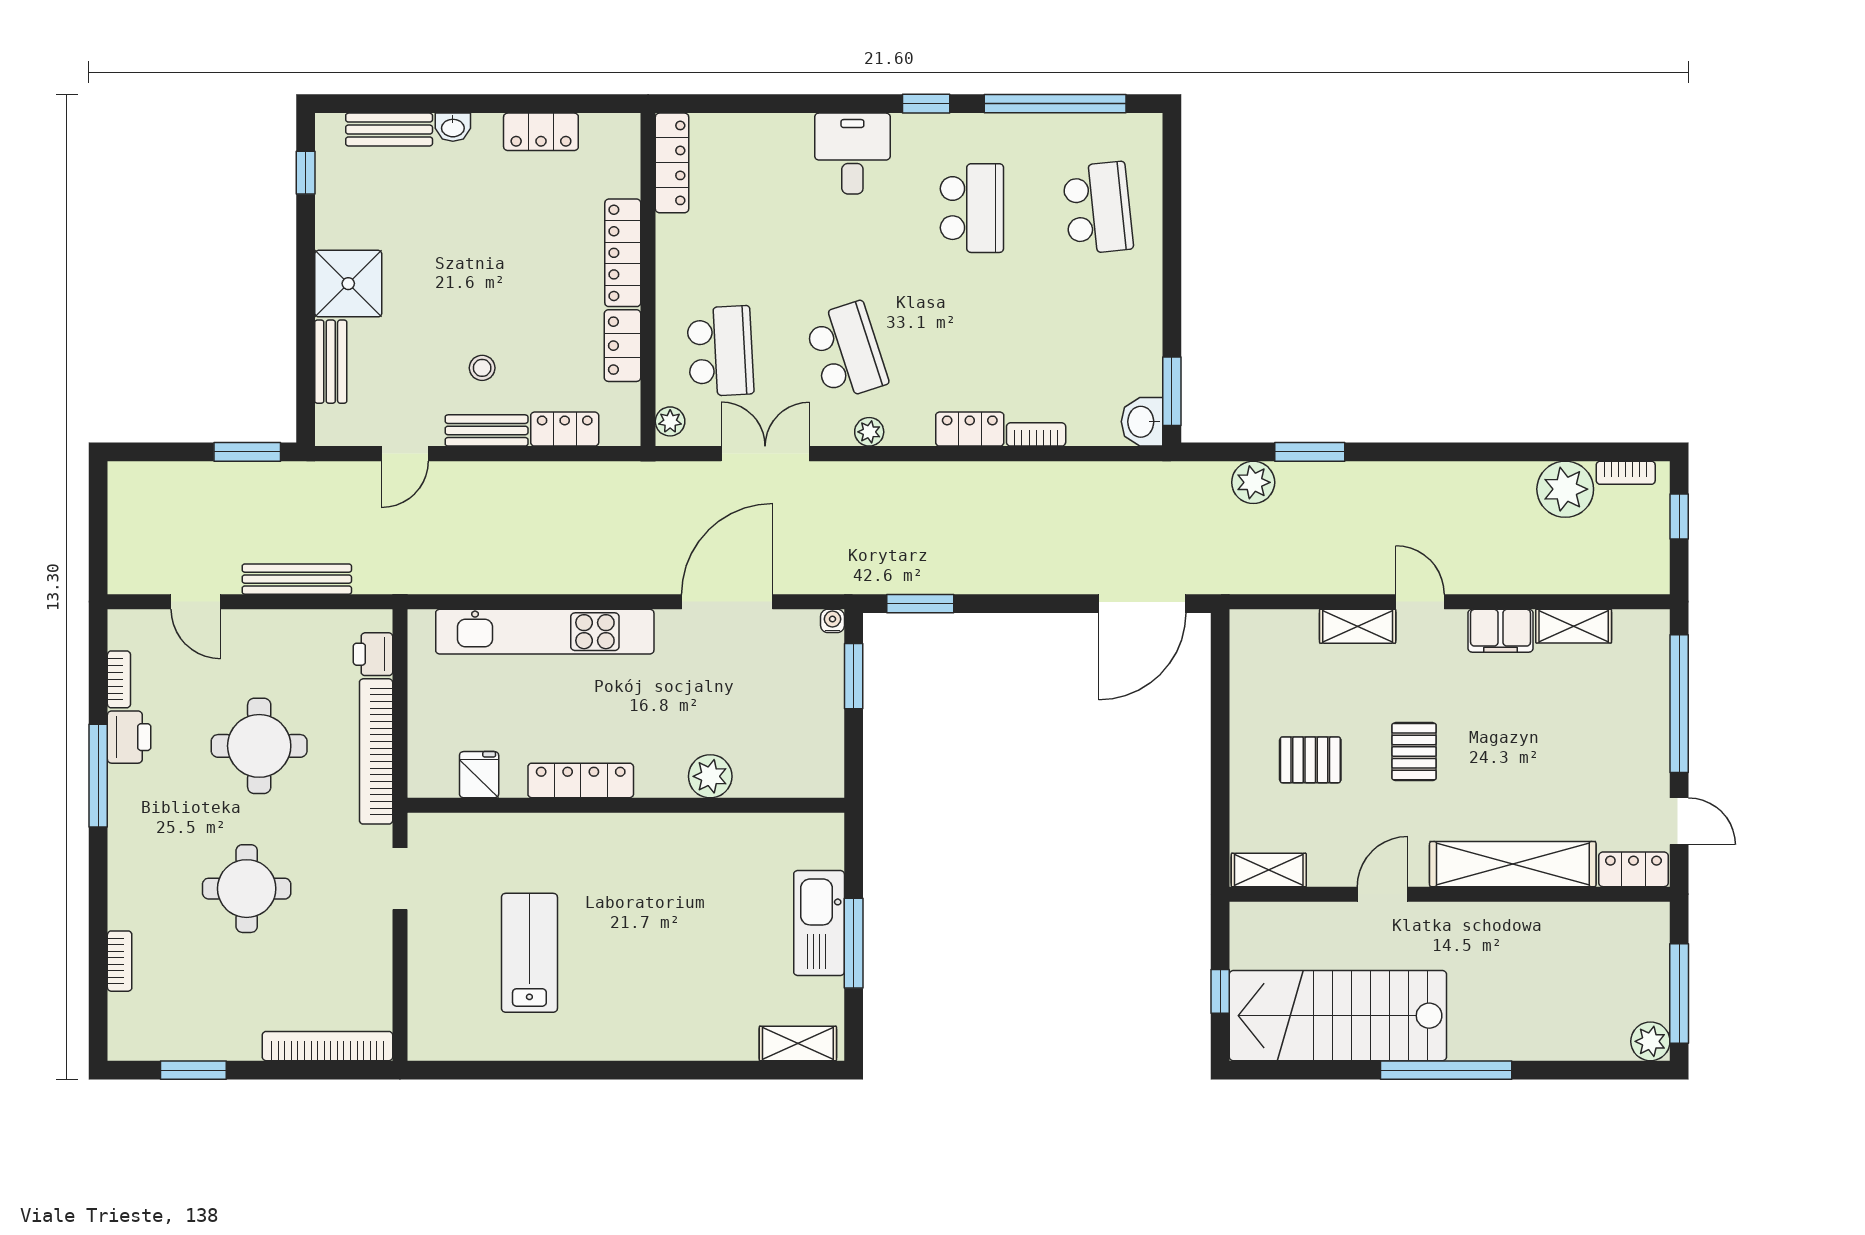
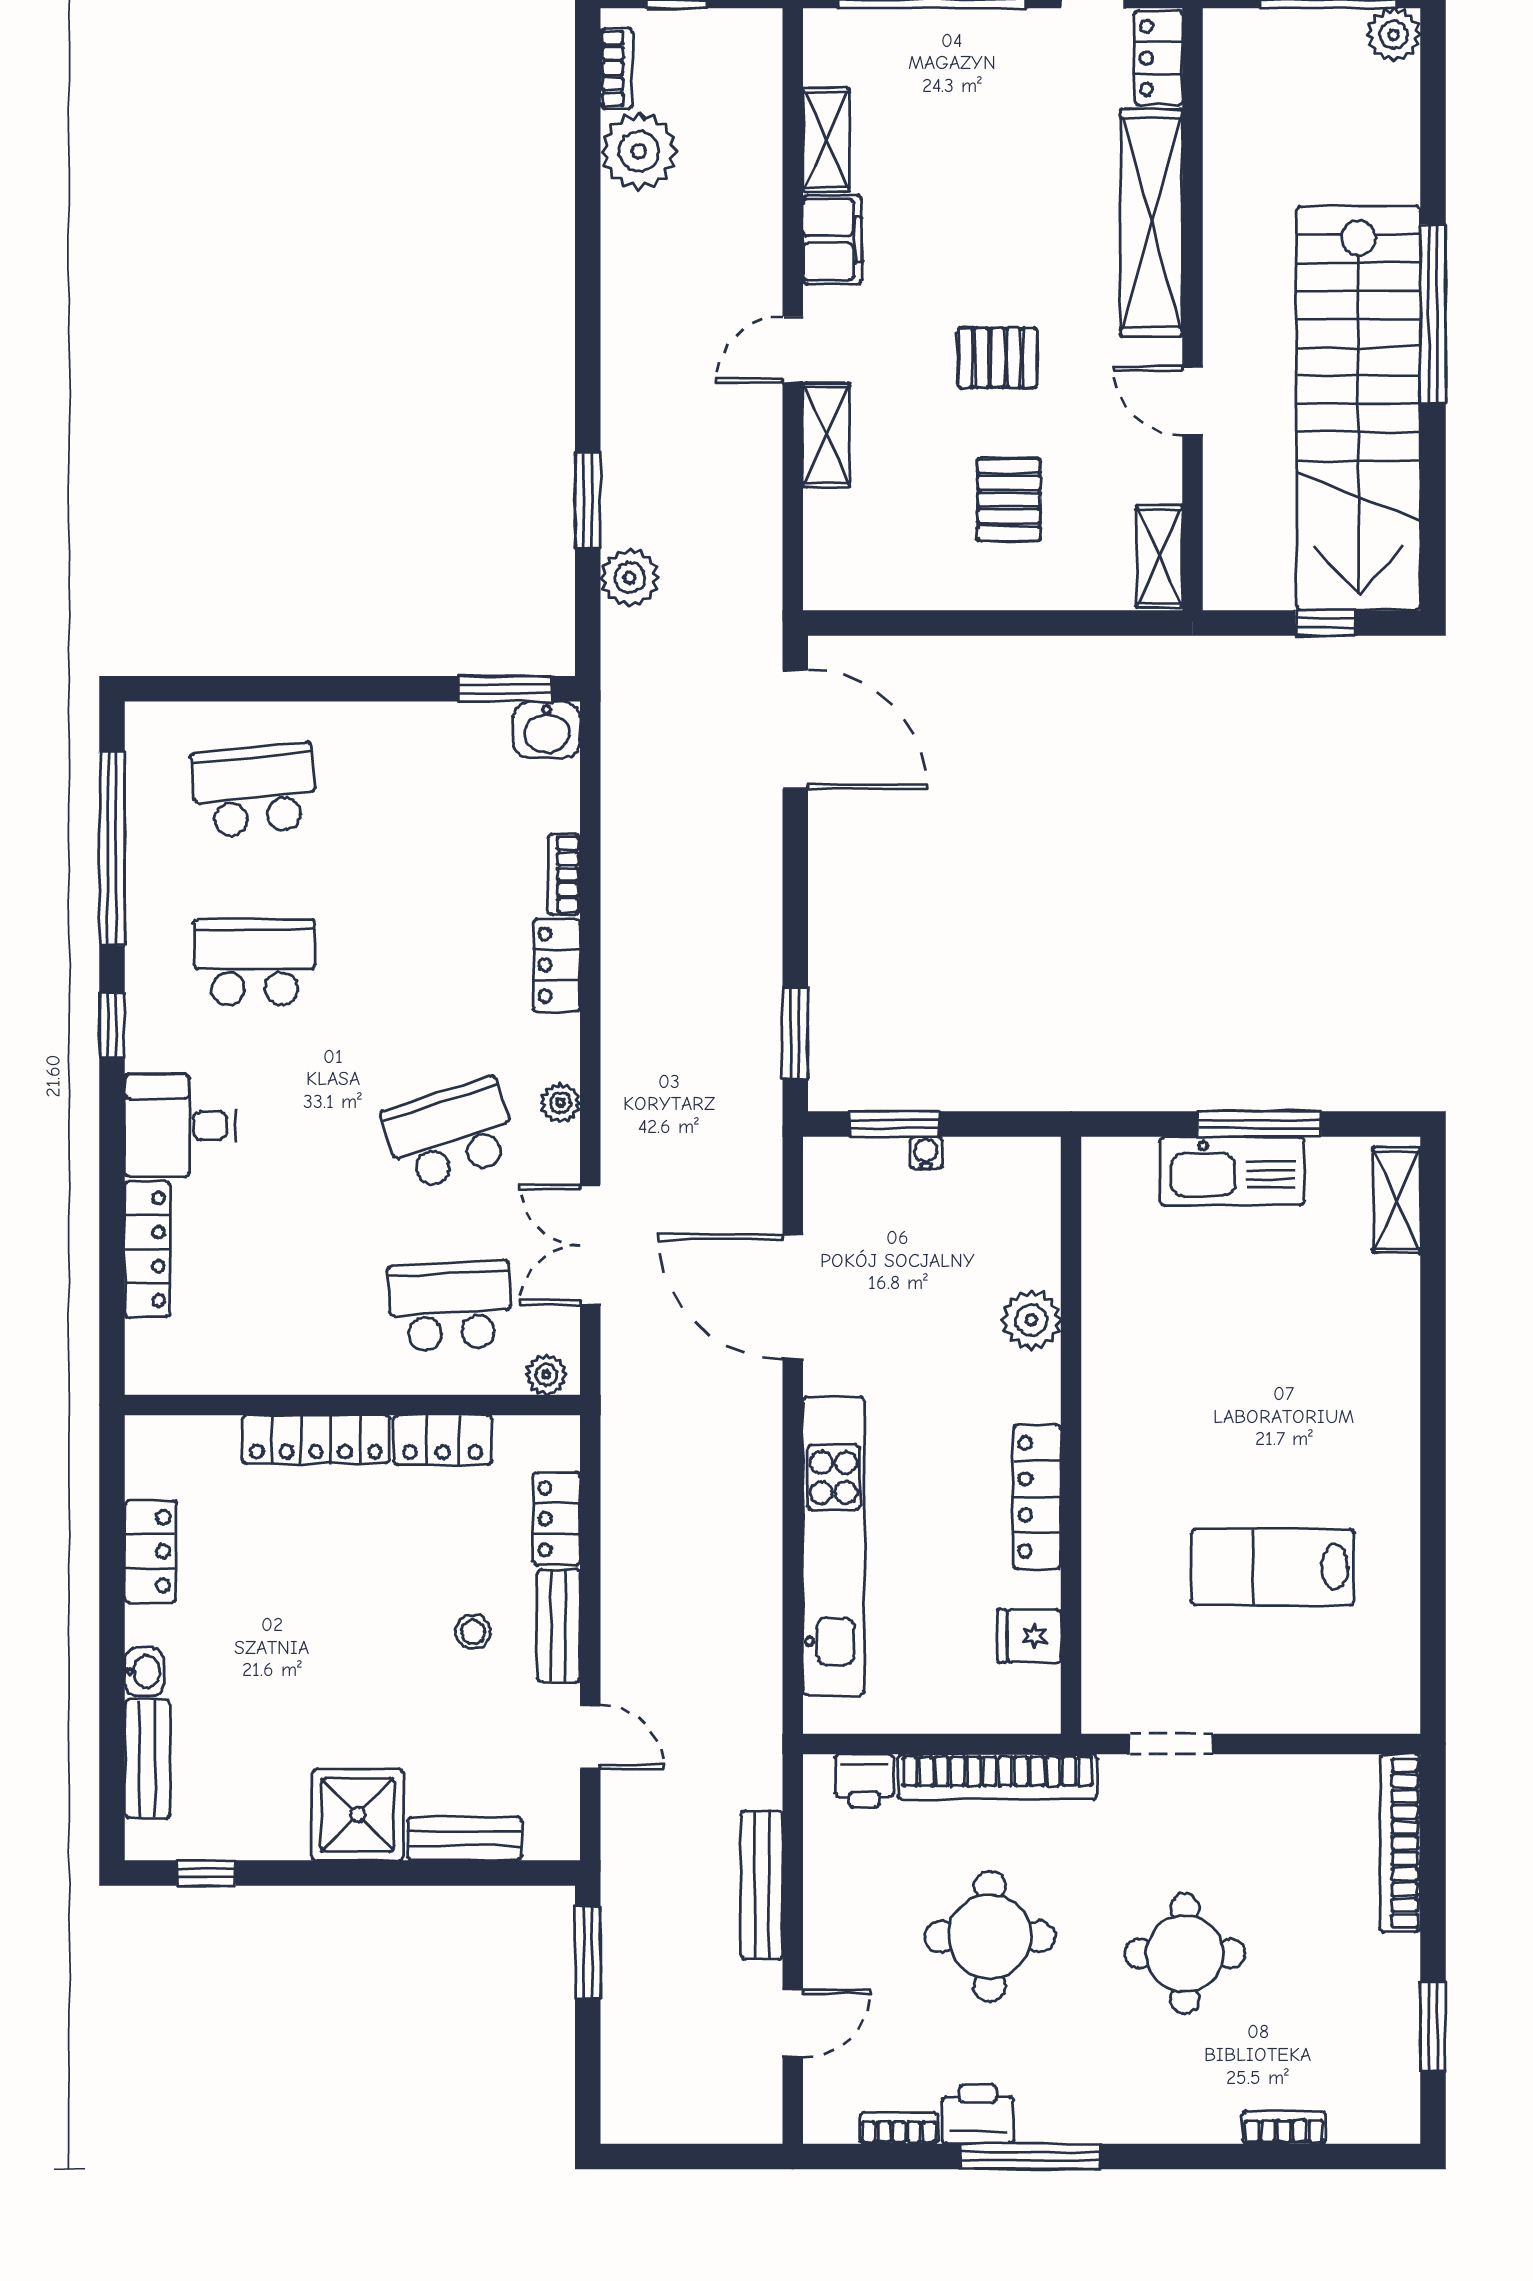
locker: (672, 163) -> (147, 1249), moved, turned 90
water cooler: (832, 621) -> (926, 1153), moved, turned 90
stairs: (1338, 1016) -> (1358, 408), width x1.36

